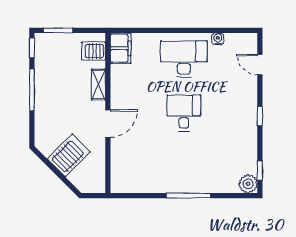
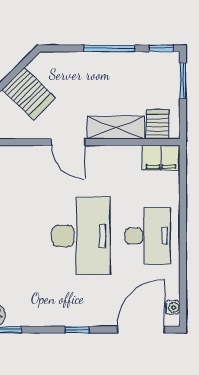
water cooler: (218, 39) -> (173, 307), moved
door: (260, 65) -> (141, 330), width x1.87
shelving: (98, 85) -> (116, 128), width x1.50, depth x1.33
desk: (184, 113) -> (81, 236), width x1.87, depth x1.30

